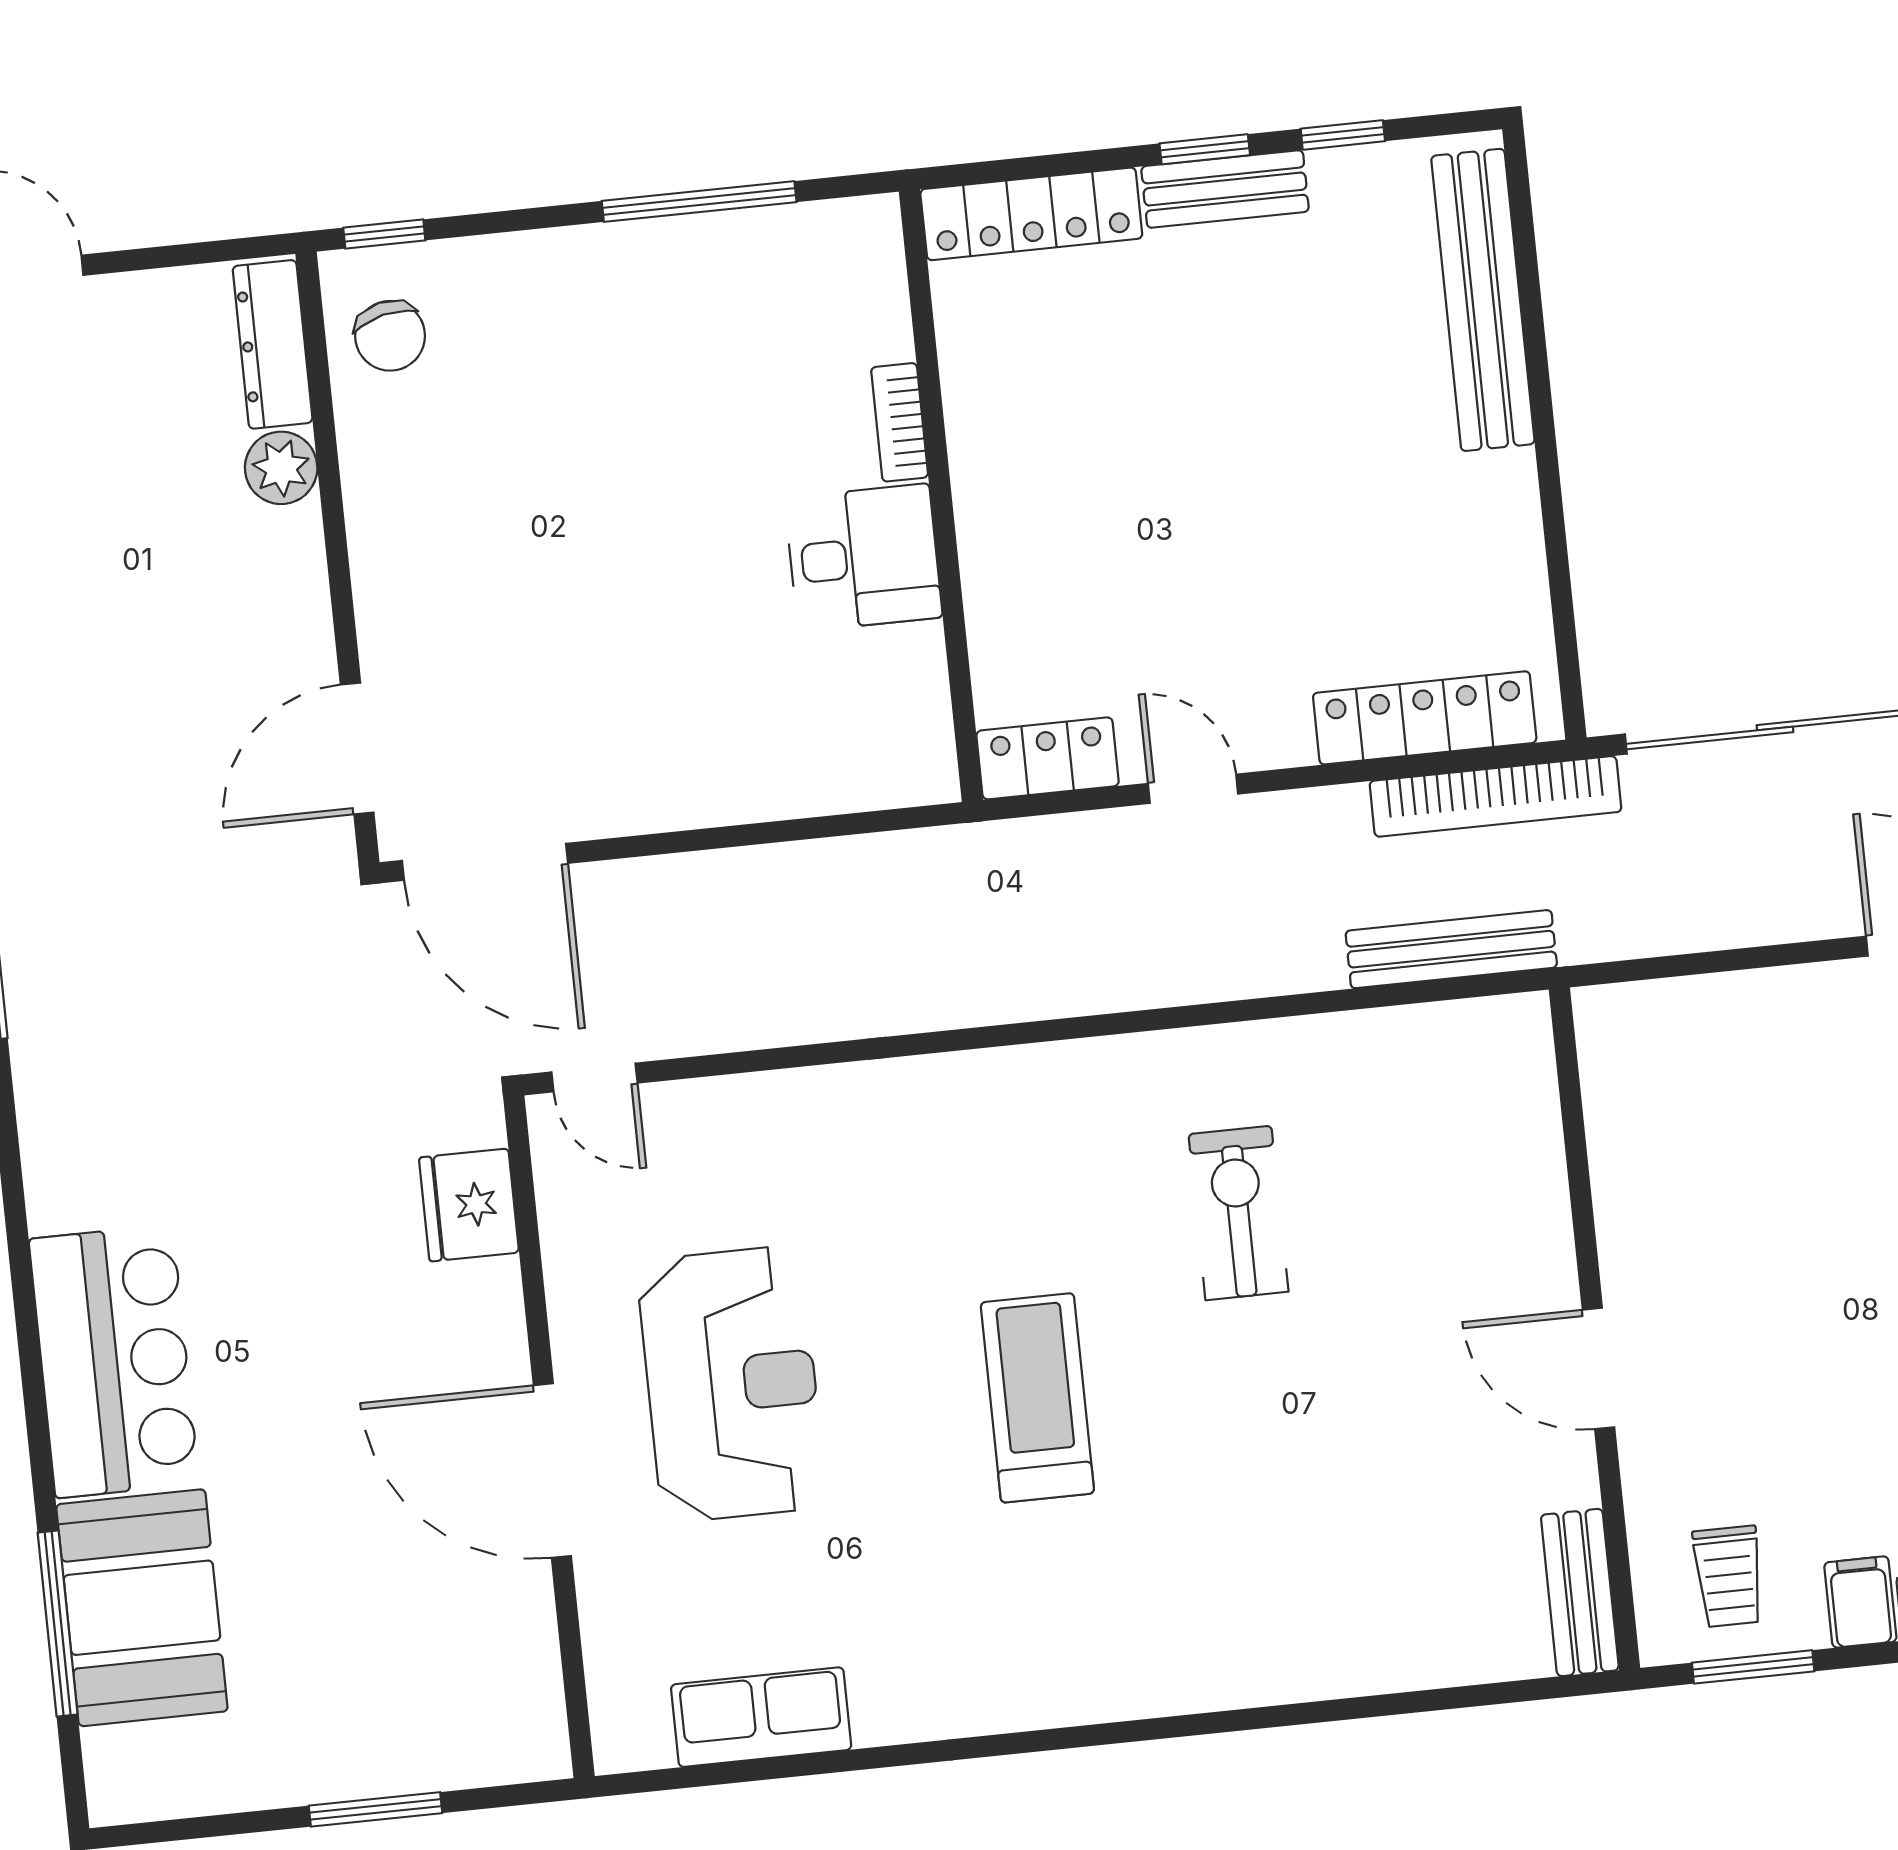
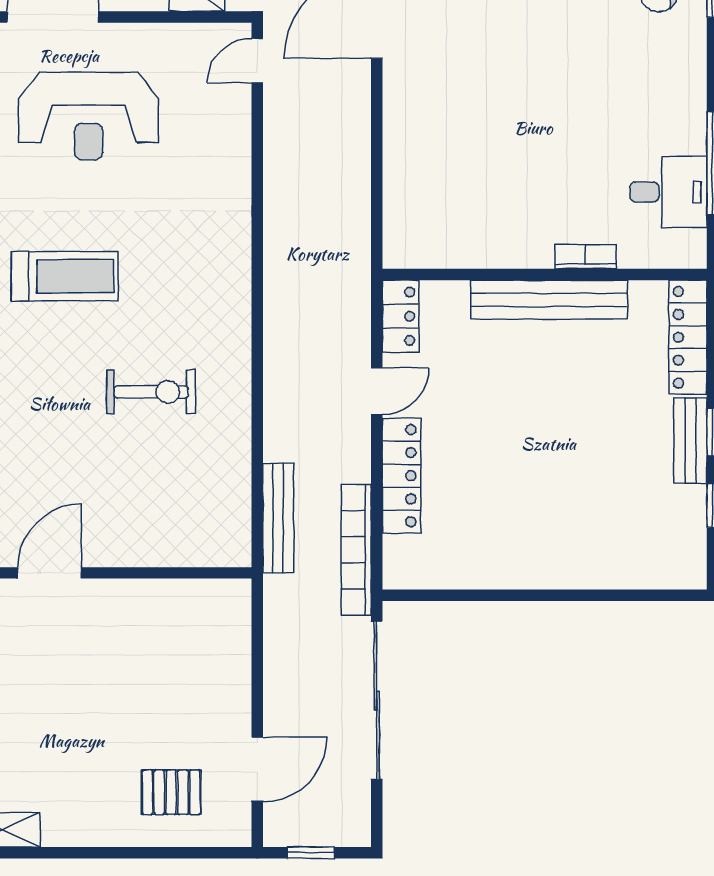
bench: (1483, 300) -> (549, 300), moved
desk: (863, 558) -> (668, 192), moved, turned -90
locker: (1425, 718) -> (401, 476), moved

